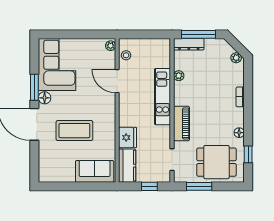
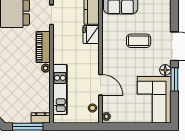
dresser: (189, 44) -> (41, 118), width x0.70
plant: (179, 76) -> (46, 68), moved
kitchen unit: (162, 97) -> (60, 90), moved
coffee table: (74, 131) -> (139, 41), width x0.73, depth x0.76

